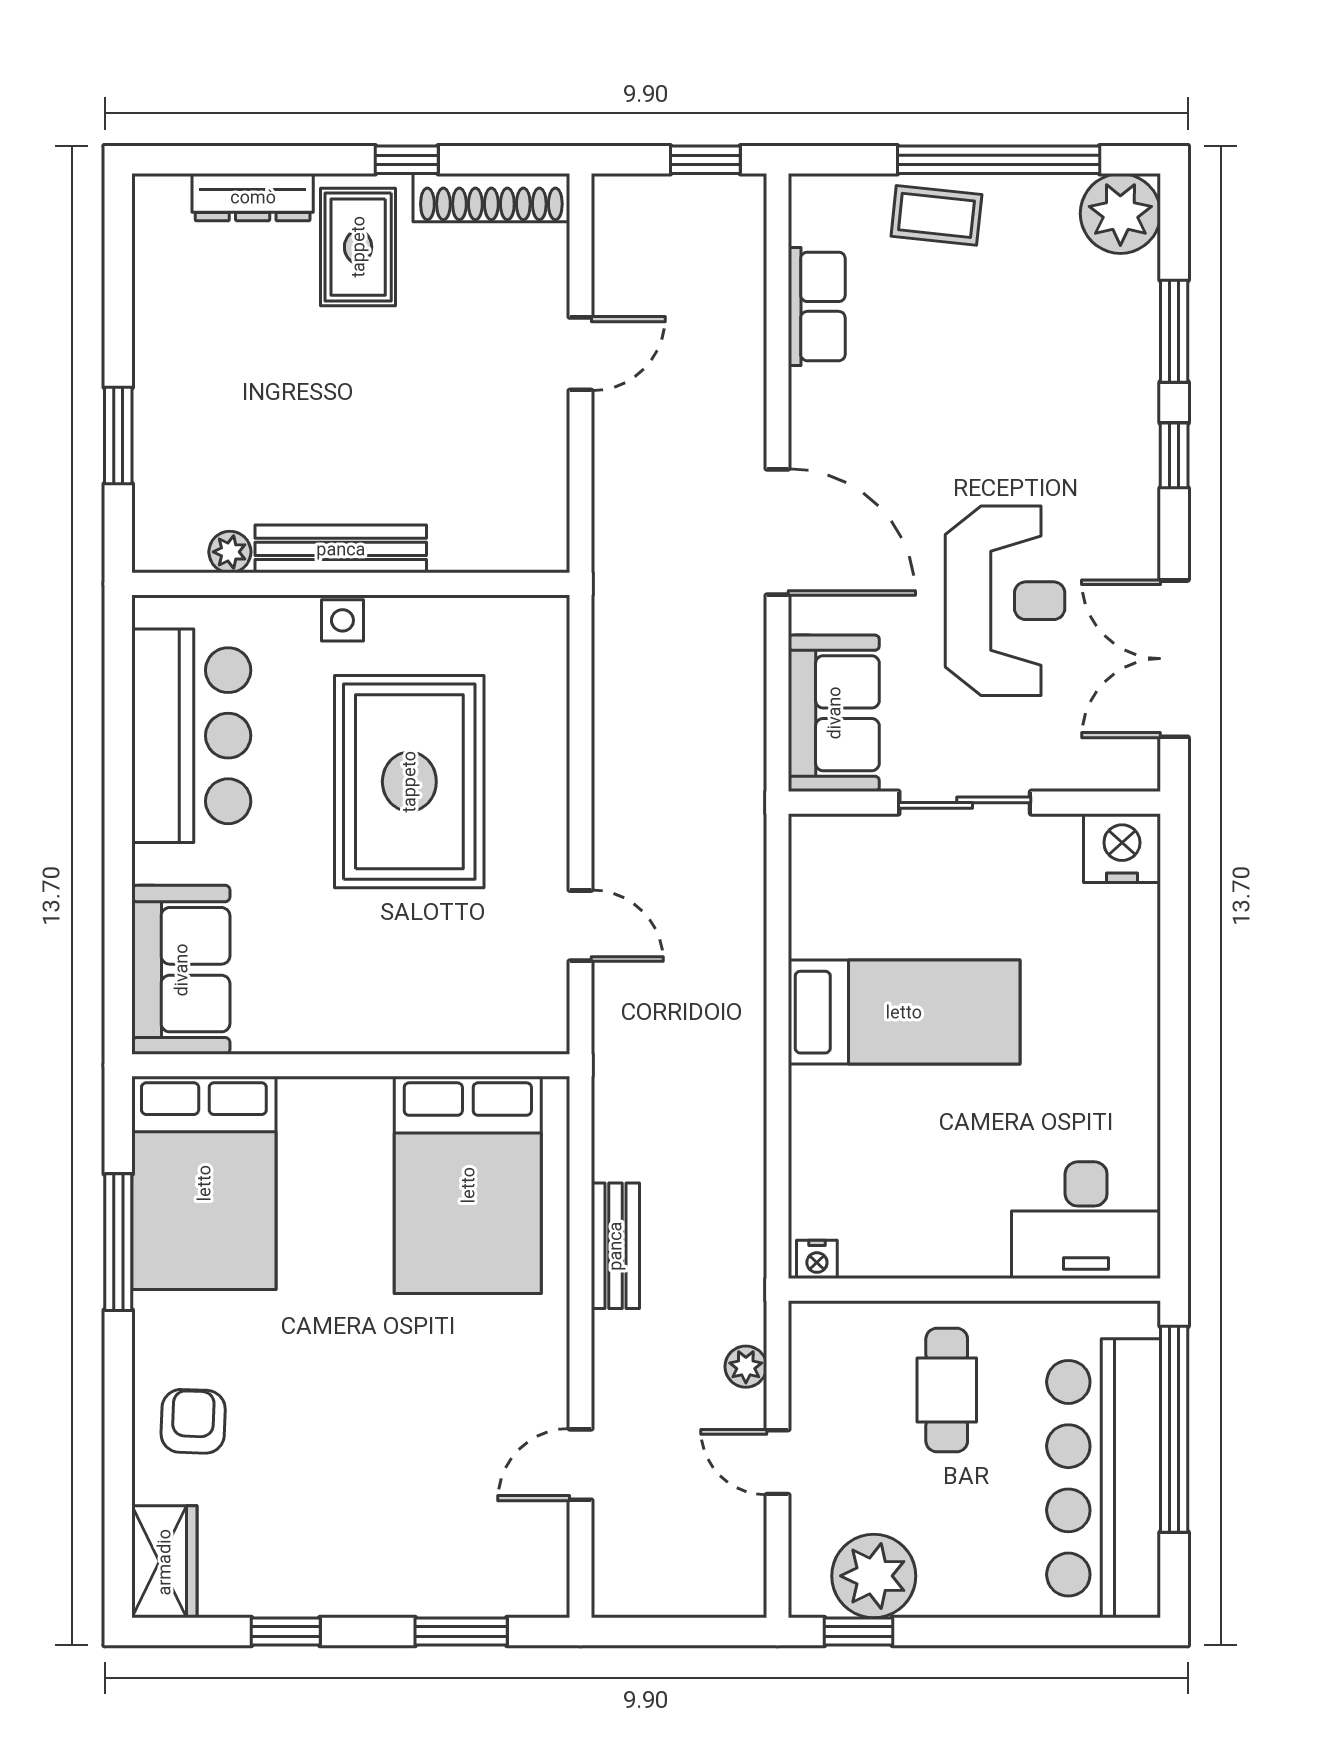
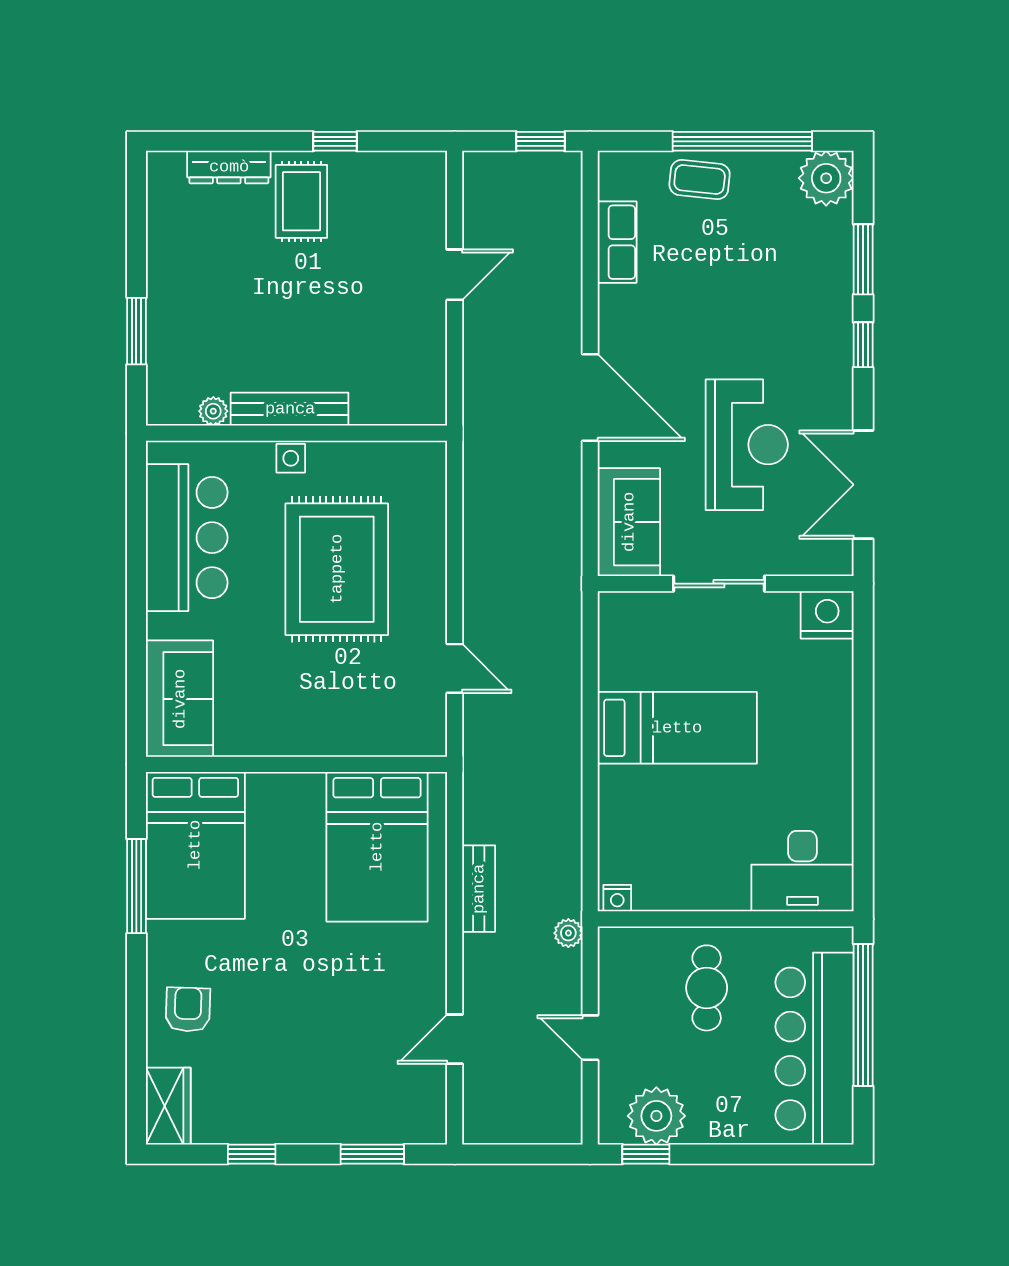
shoe rack: (491, 198) -> (393, 167), removed
plant: (746, 1367) -> (568, 933), moved

